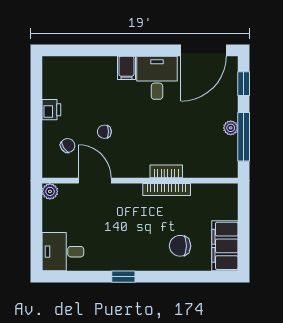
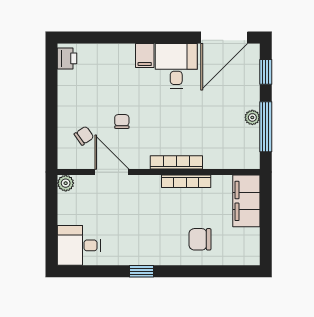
printer: (51, 110) -> (67, 58), moved
chair: (104, 132) -> (122, 121), turned 90
bookcase: (166, 171) -> (176, 162), width x1.56
filing cabinet: (225, 246) -> (246, 201), moved

